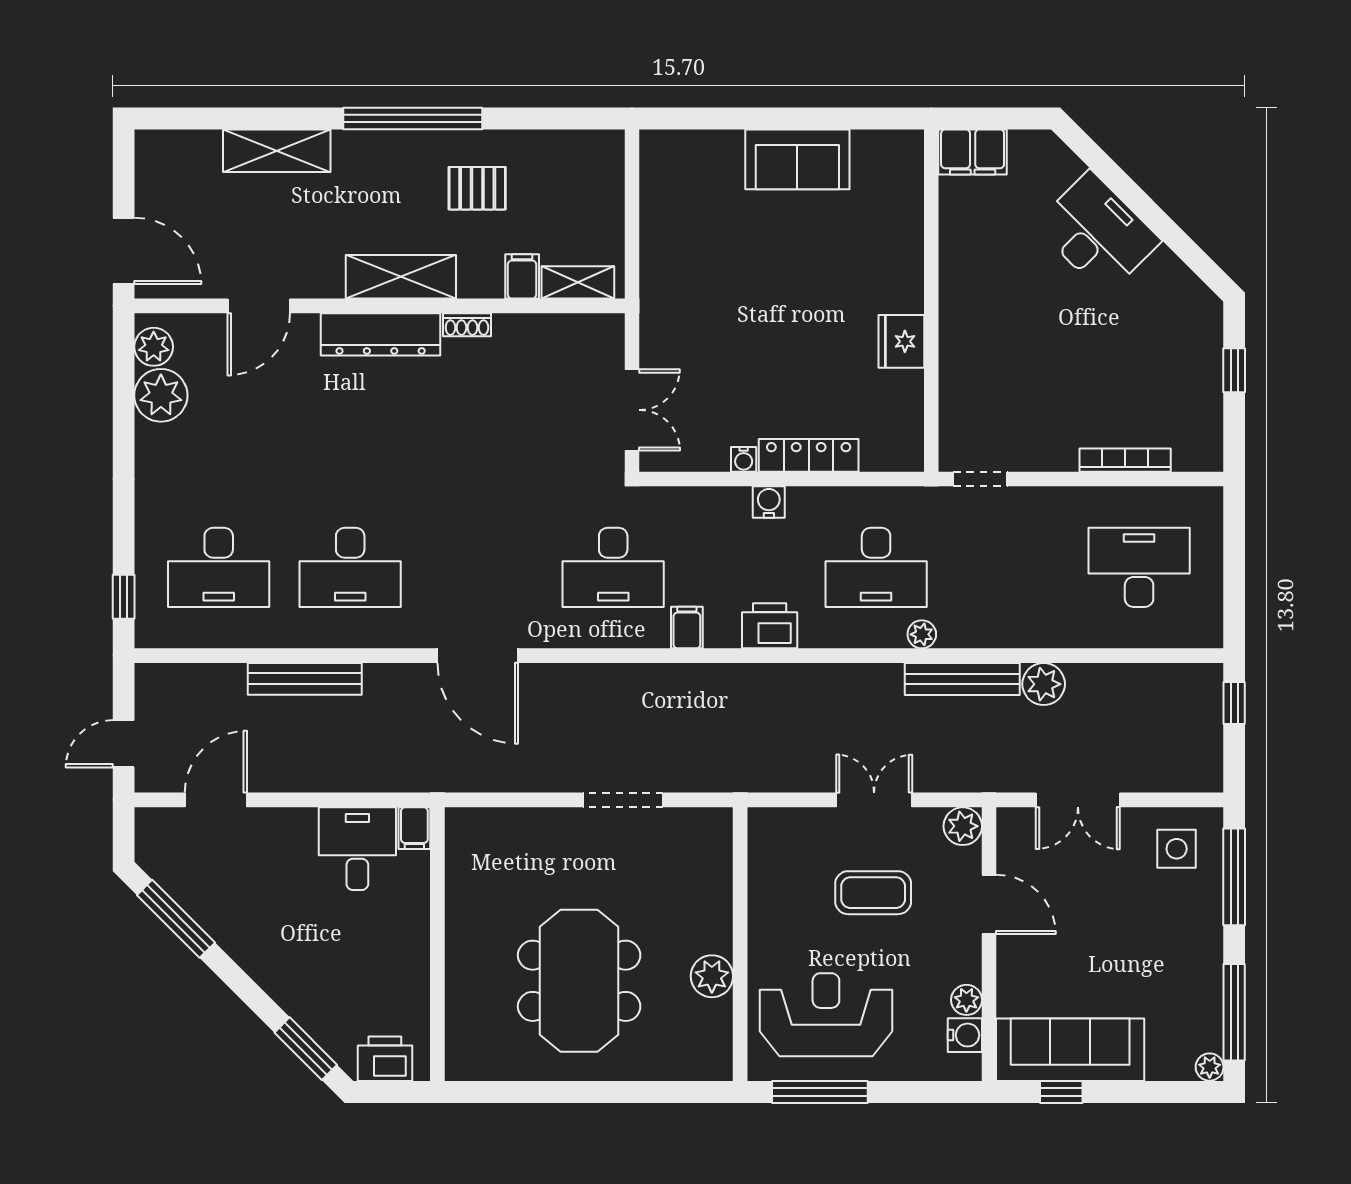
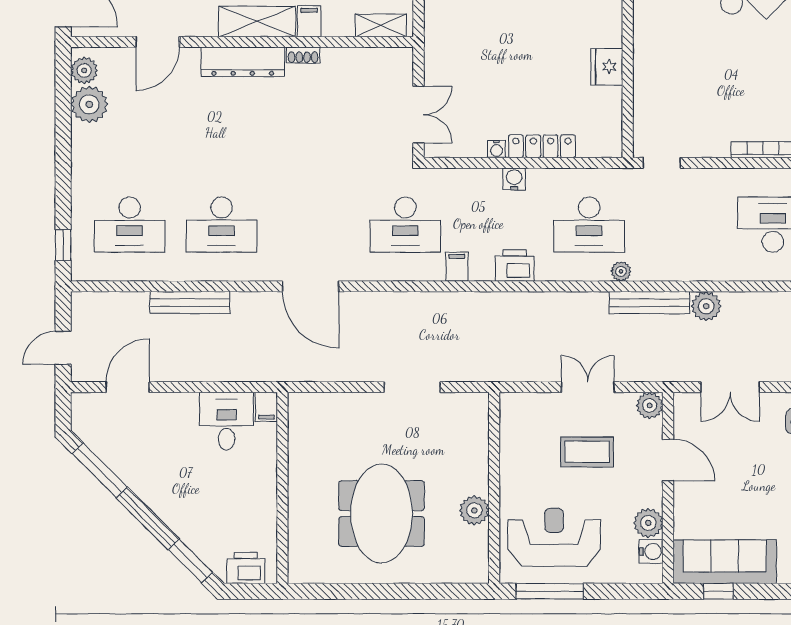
filing cabinet: (522, 276) -> (309, 21), moved
plant: (966, 1000) -> (648, 523), width x1.38, depth x1.38

